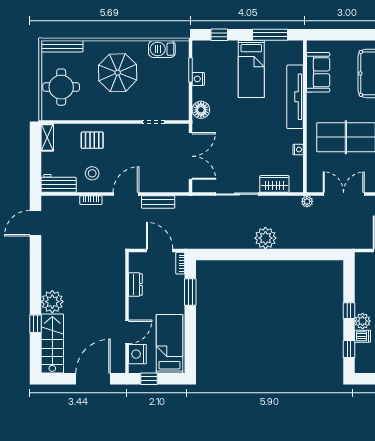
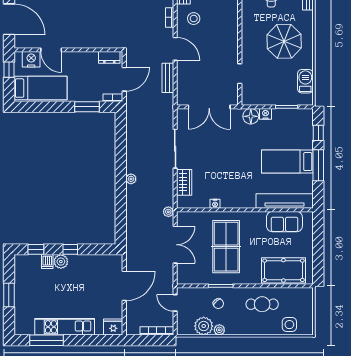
window: (270, 35) -> (318, 165), moved
nightstand: (198, 79) -> (265, 114), moved
tv unit: (295, 97) -> (285, 201), moved
pallet: (92, 140) -> (223, 19), removed
plant: (265, 238) -> (131, 179), width x0.53, depth x0.53
dresser: (135, 285) -> (109, 57), moved

